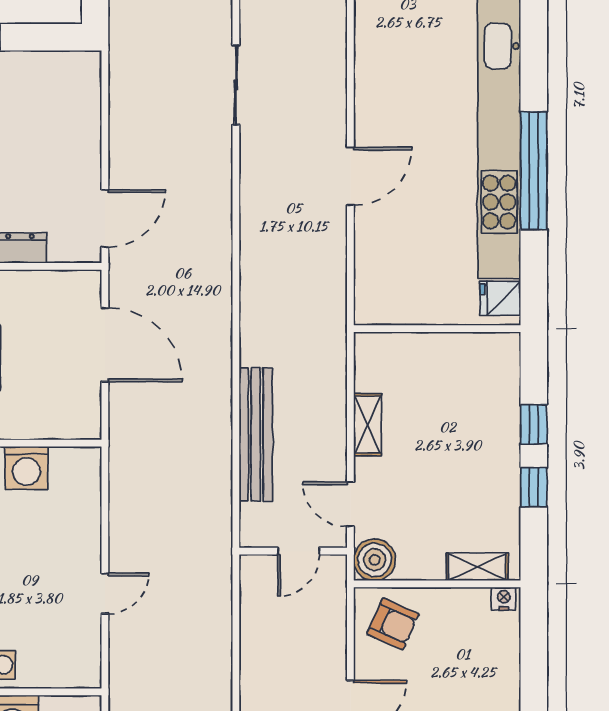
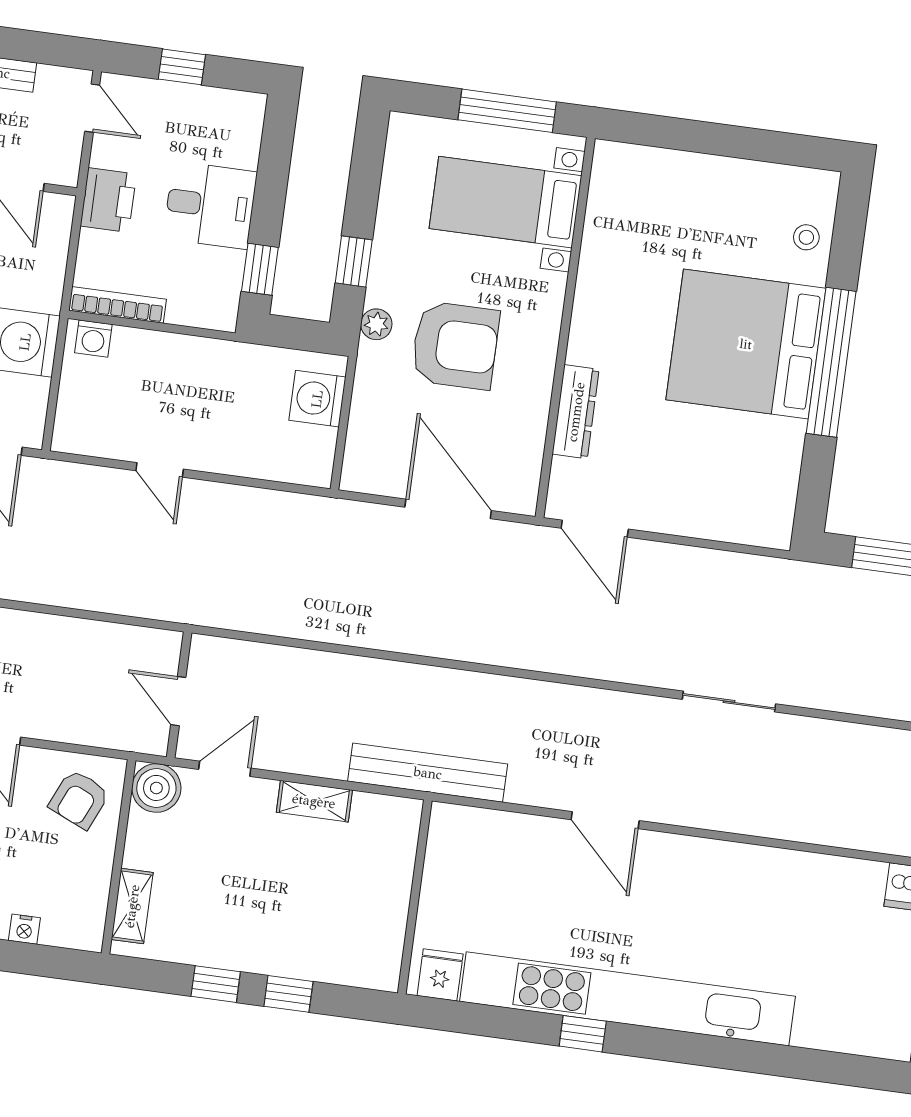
window: (534, 171) -> (583, 1034), width x0.32
door: (105, 345) -> (448, 509), swing flipped
bench: (256, 434) -> (428, 773), moved
nightstand: (504, 599) -> (24, 929), moved, turned 90

